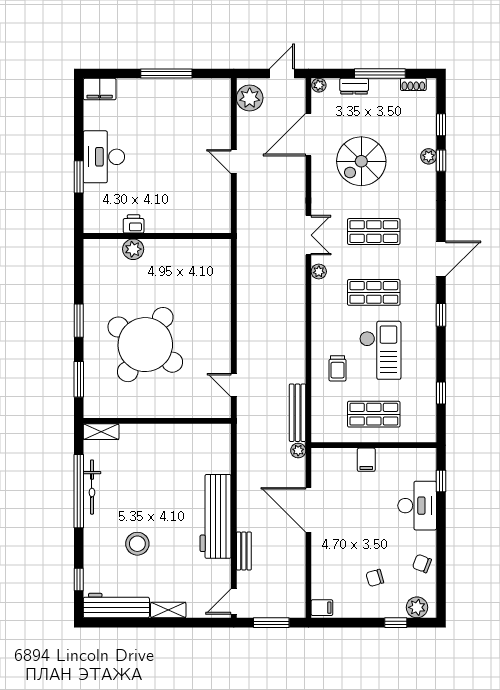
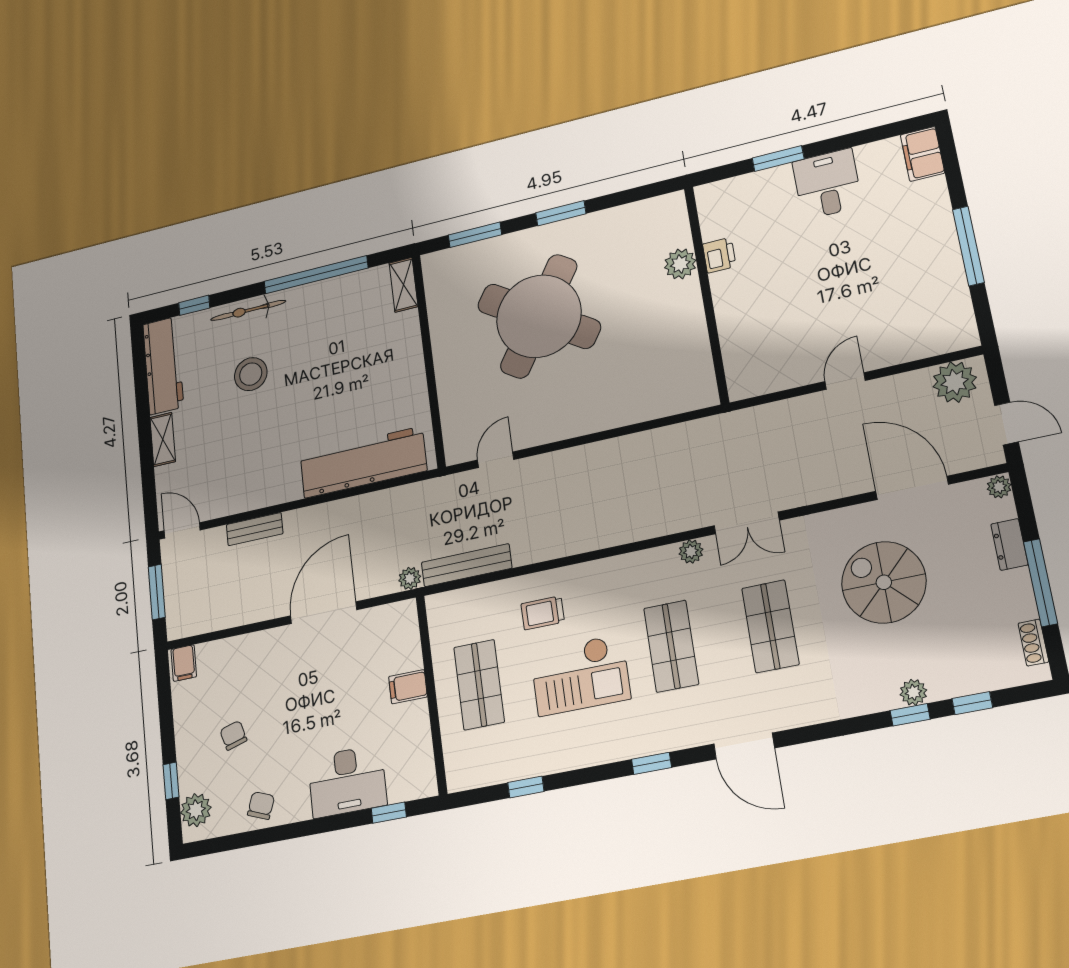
desk: (104, 157) -> (827, 184), width x0.73
bicycle: (92, 487) -> (248, 310), moved
workbench: (216, 516) -> (363, 462), moved

